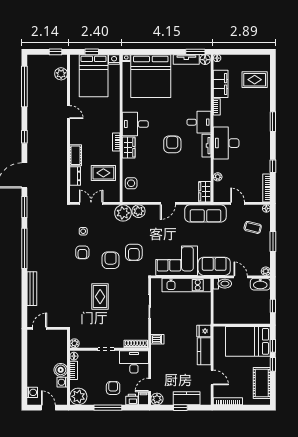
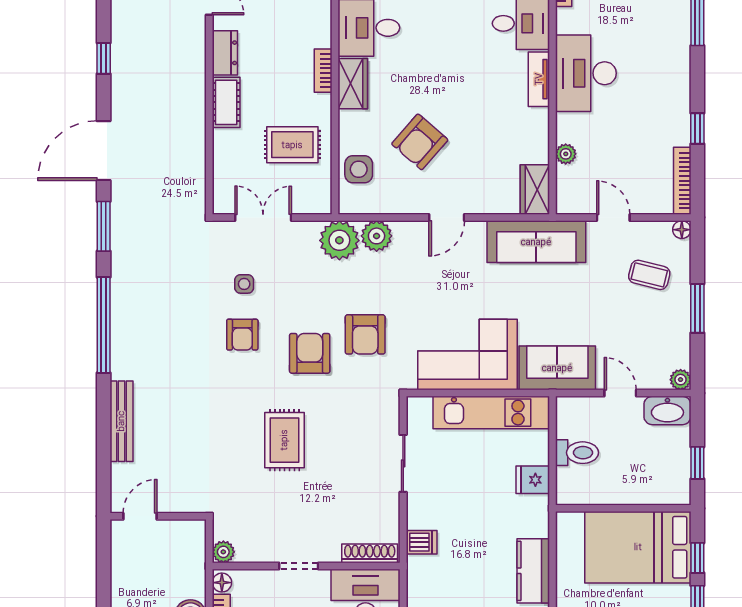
armchair: (172, 144) -> (420, 142), moved, turned -139
dresser: (75, 176) -> (225, 53), moved
toilet: (222, 284) -> (577, 453), moved
fridge: (204, 331) -> (533, 480), moved

